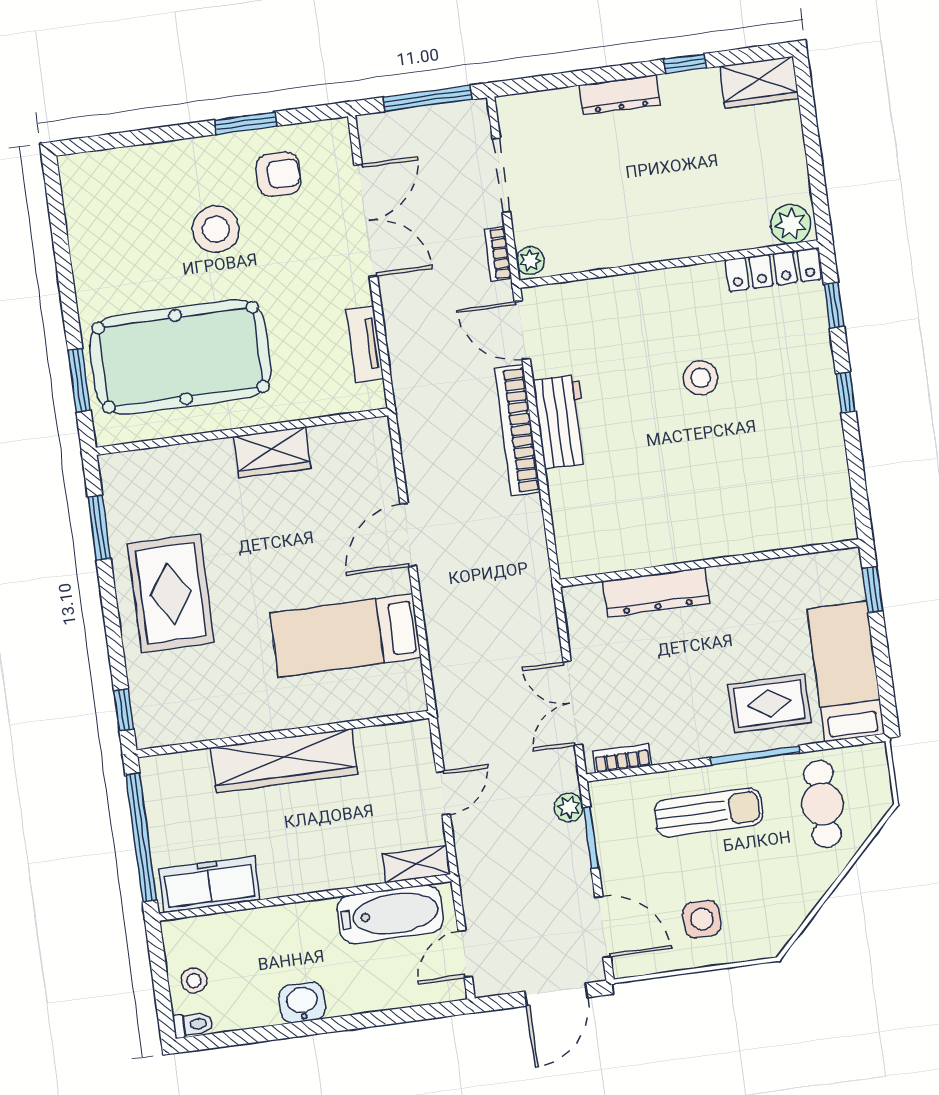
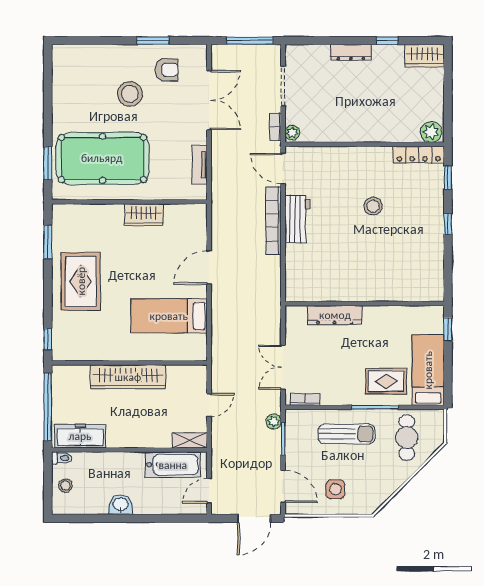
toilet: (193, 1025) -> (62, 458), moved

